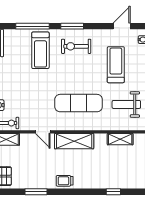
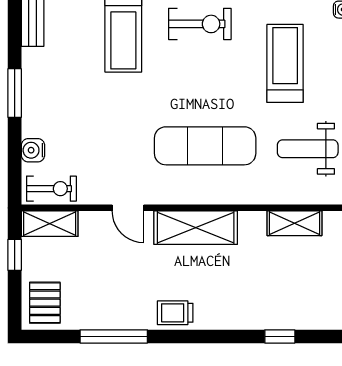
exercise bike: (76, 46) -> (200, 24), turned 180
window: (36, 192) -> (114, 336), width x1.44

